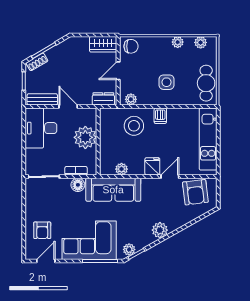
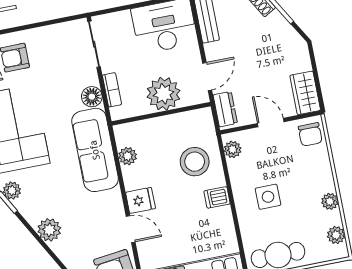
door: (68, 107) -> (207, 77), moved

